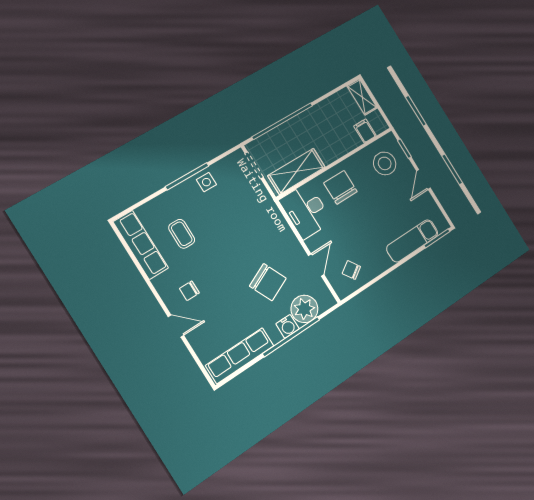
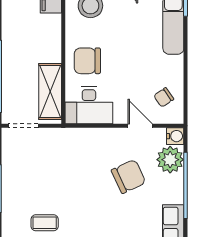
side table: (206, 182) -> (14, 176), removed
water cooler: (287, 326) -> (175, 136), moved

